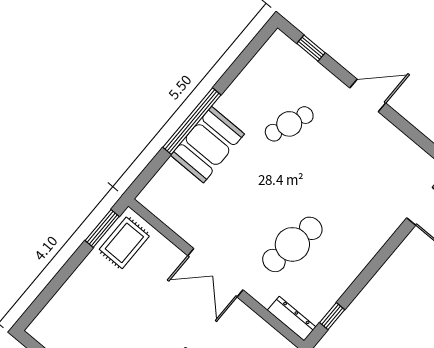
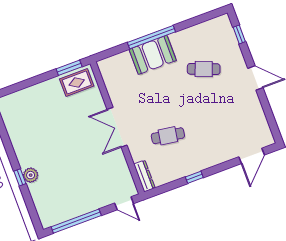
cafe table: (292, 244) -> (168, 136), width x0.73, depth x0.74
window: (332, 316) -> (194, 177), moved

